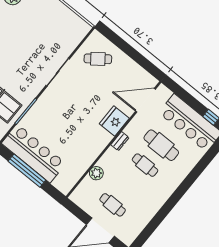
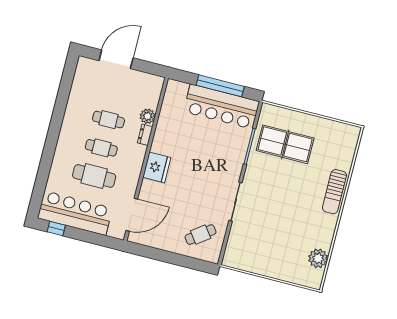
fridge: (114, 121) -> (157, 167), moved
dresser: (120, 141) -> (145, 135), moved
cafe table: (113, 205) -> (108, 120), moved

